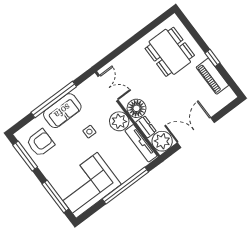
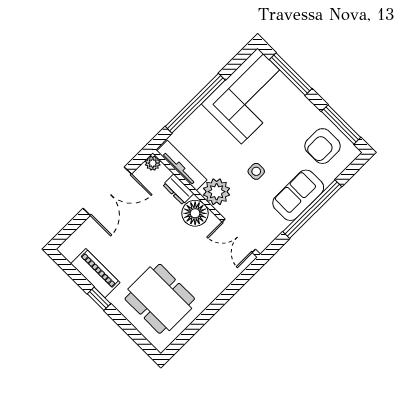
plant: (162, 141) -> (153, 163), width x0.53, depth x0.53

